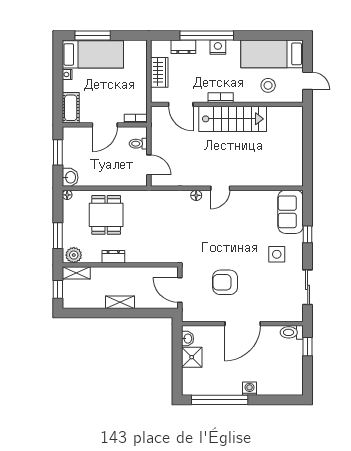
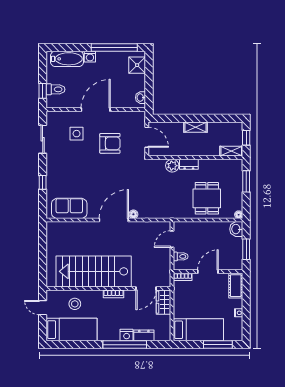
nightstand: (218, 47) -> (127, 335), moved
bed: (93, 54) -> (198, 330), moved, turned 180
wardrobe: (159, 72) -> (163, 302), moved
door: (181, 104) -> (146, 288), swing flipped
stairs: (233, 119) -> (94, 271), width x1.36, depth x1.51
door: (149, 165) -> (172, 239), hinge flipped
door: (220, 188) -> (114, 220), width x1.88
sofa: (291, 212) -> (69, 208), moved, turned -90
side table: (277, 254) -> (77, 134), moved
plant: (74, 255) -> (172, 166), moved
dresser: (113, 257) -> (189, 164), moved
toilet: (292, 332) -> (56, 89), moved
shower: (192, 357) -> (137, 65), moved
bathtub: (278, 386) -> (67, 59), added

